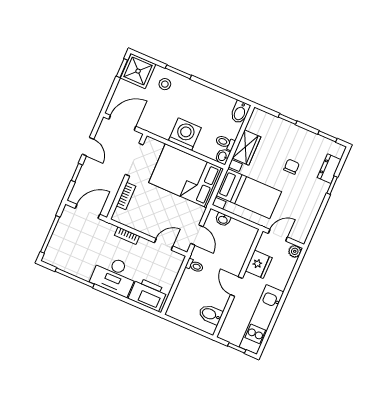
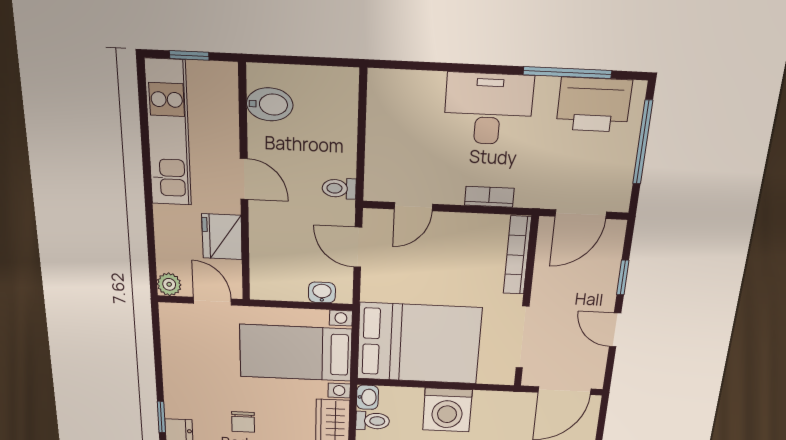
bookcase: (126, 196) -> (517, 255), width x1.56
door: (278, 235) -> (212, 301), swing flipped
printer: (148, 294) -> (594, 105), moved

